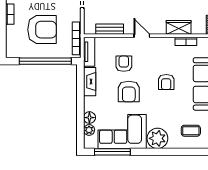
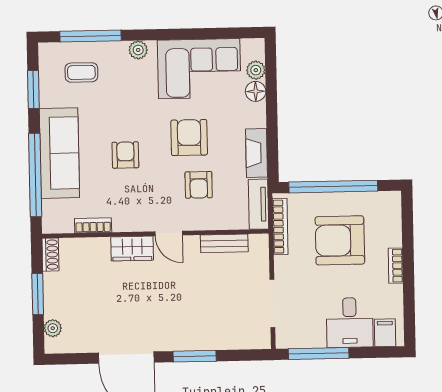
wardrobe: (179, 27) -> (132, 249), moved
plant: (157, 138) -> (138, 50), width x0.53, depth x0.53
window: (112, 152) -> (91, 36), moved

